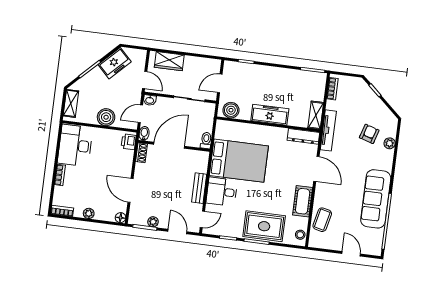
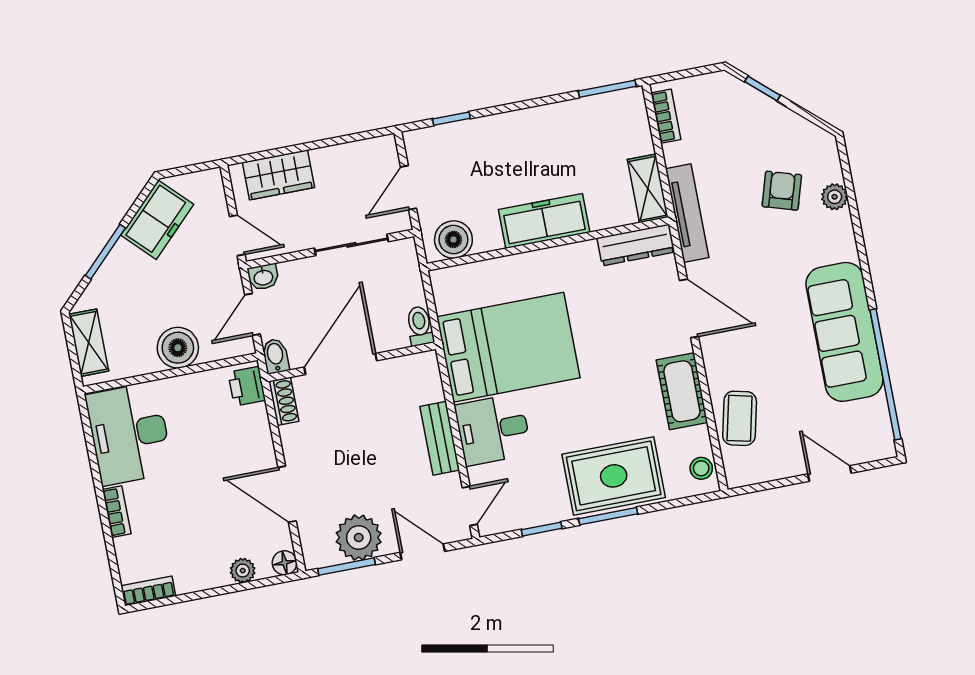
plant: (89, 213) -> (243, 571), moved
plant: (153, 222) -> (359, 538), width x1.87, depth x1.87

